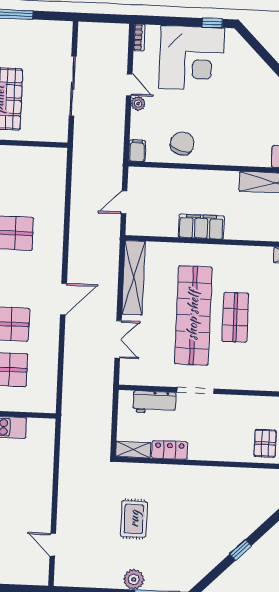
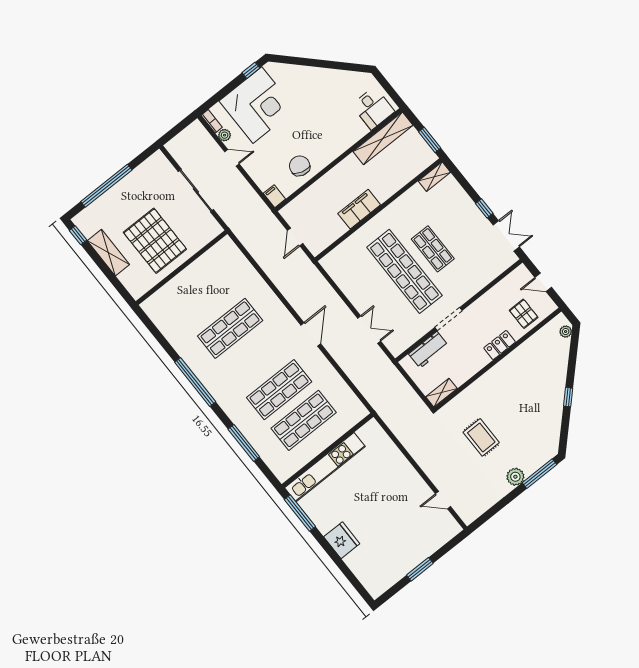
plant: (138, 104) -> (225, 135), moved
shelving: (134, 278) -> (344, 281), removed
locker: (170, 450) -> (500, 345), moved

